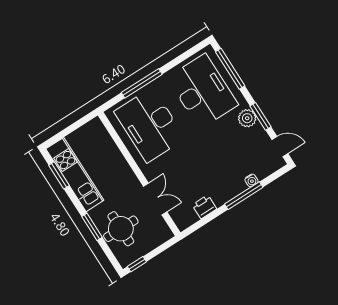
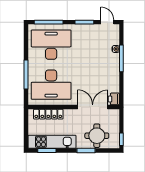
plant: (247, 118) -> (81, 30), removed
locker: (108, 146) -> (48, 114), added
door: (280, 147) -> (107, 22), hinge flipped
double door: (155, 199) -> (93, 107), width x1.37
printer: (204, 207) -> (114, 99), moved

